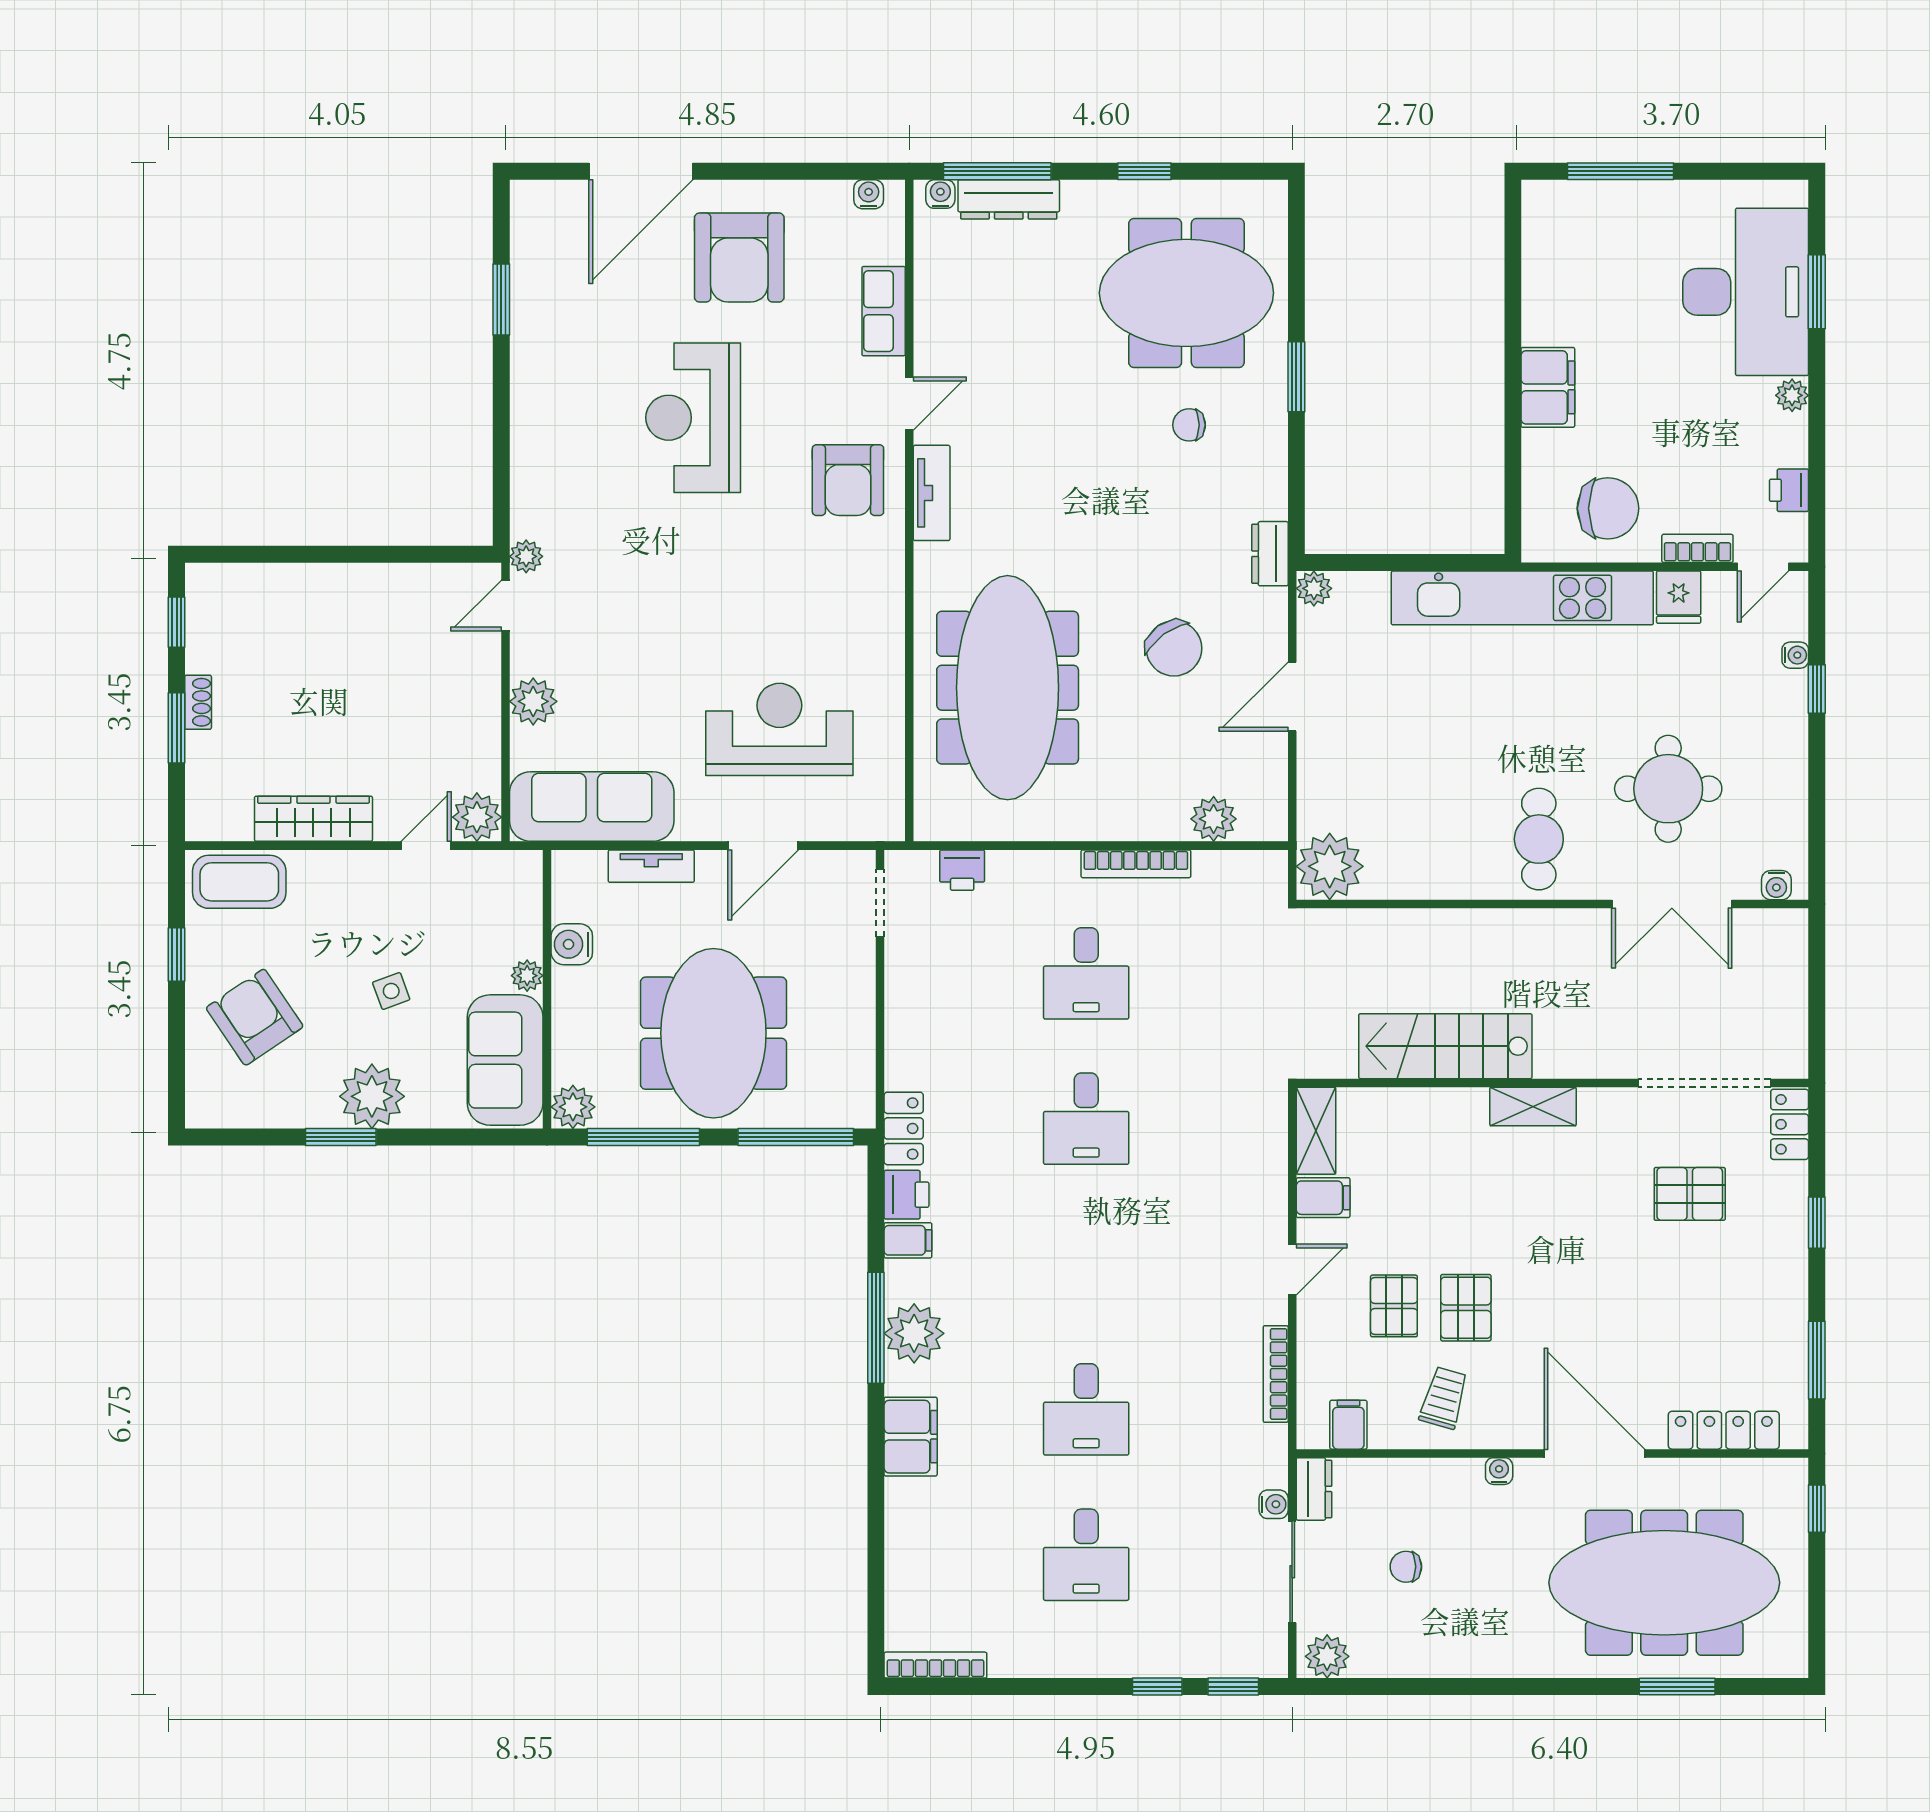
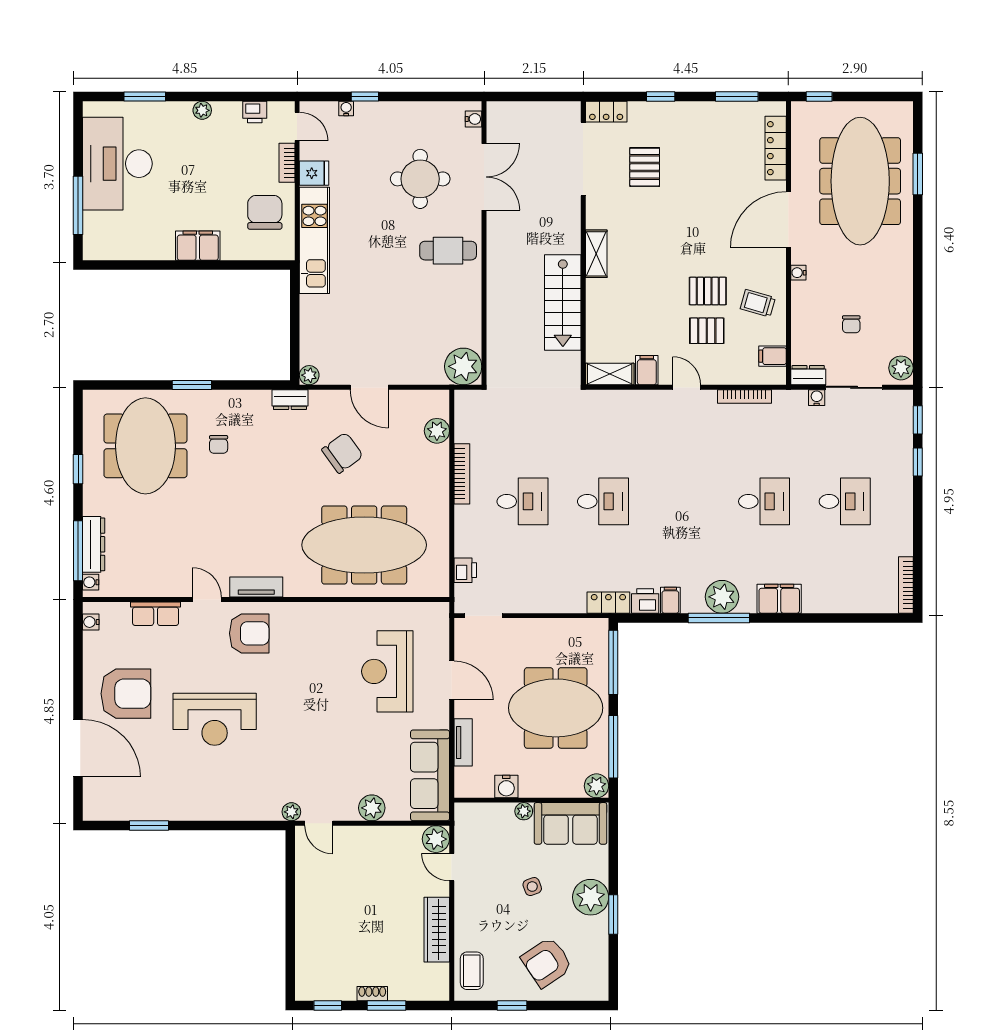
desk: (1746, 292) -> (117, 164), moved, turned -90
kitchen unit: (1522, 598) -> (314, 240), width x0.73
coffee table: (239, 882) -> (472, 971), width x0.73, depth x0.77

